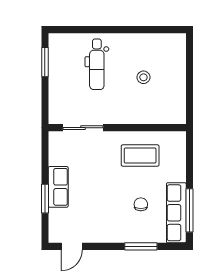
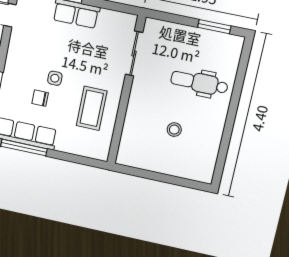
side table: (120, 194) -> (55, 78), added
chair: (141, 204) -> (40, 98), turned 180

